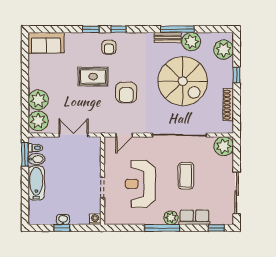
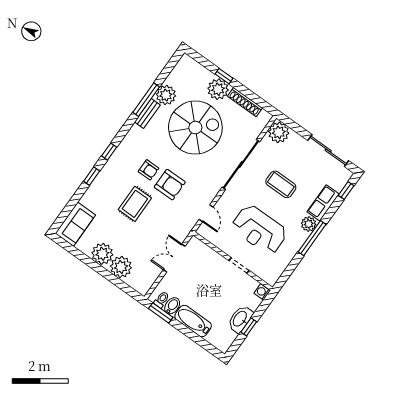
armchair: (109, 47) -> (149, 170), moved
plant: (224, 50) -> (218, 89), moved
plant: (38, 121) -> (102, 254), moved
washbasin: (63, 220) -> (240, 319), width x1.91, depth x1.45

